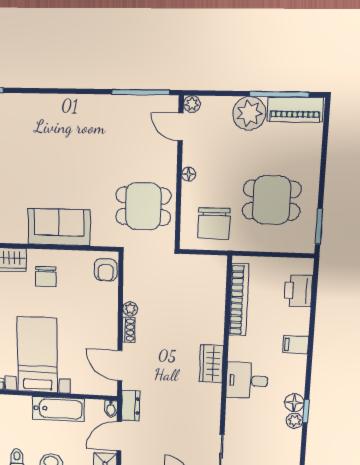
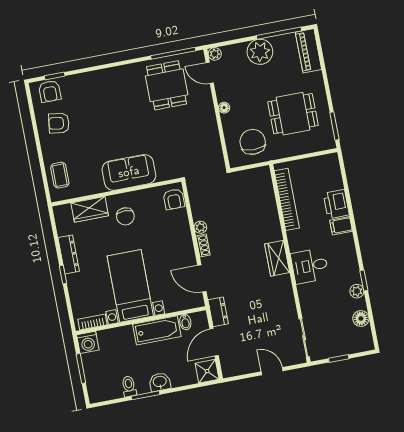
piano: (295, 110) -> (309, 51), moved, turned 90
dining table: (143, 206) -> (167, 85), moved, turned 90
chair: (214, 223) -> (253, 142), turned 180
printer: (298, 291) -> (336, 204), moved
floor lamp: (294, 403) -> (361, 318), moved
bidet: (111, 409) -> (185, 322), moved

